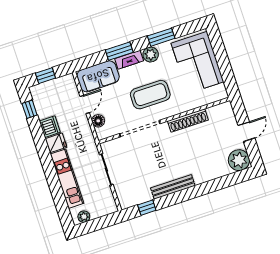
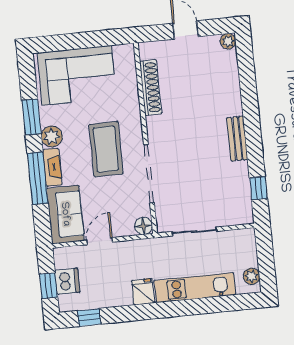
window: (119, 51) -> (38, 178), width x1.44
door: (85, 104) -> (100, 241), hinge flipped
shoe rack: (188, 120) -> (151, 88), moved
floor lamp: (98, 121) -> (144, 226), moved
dishwasher: (50, 127) -> (67, 281), moved, turned 90
plant: (239, 160) -> (228, 41), width x0.53, depth x0.53
bench: (173, 187) -> (237, 139), width x0.73

